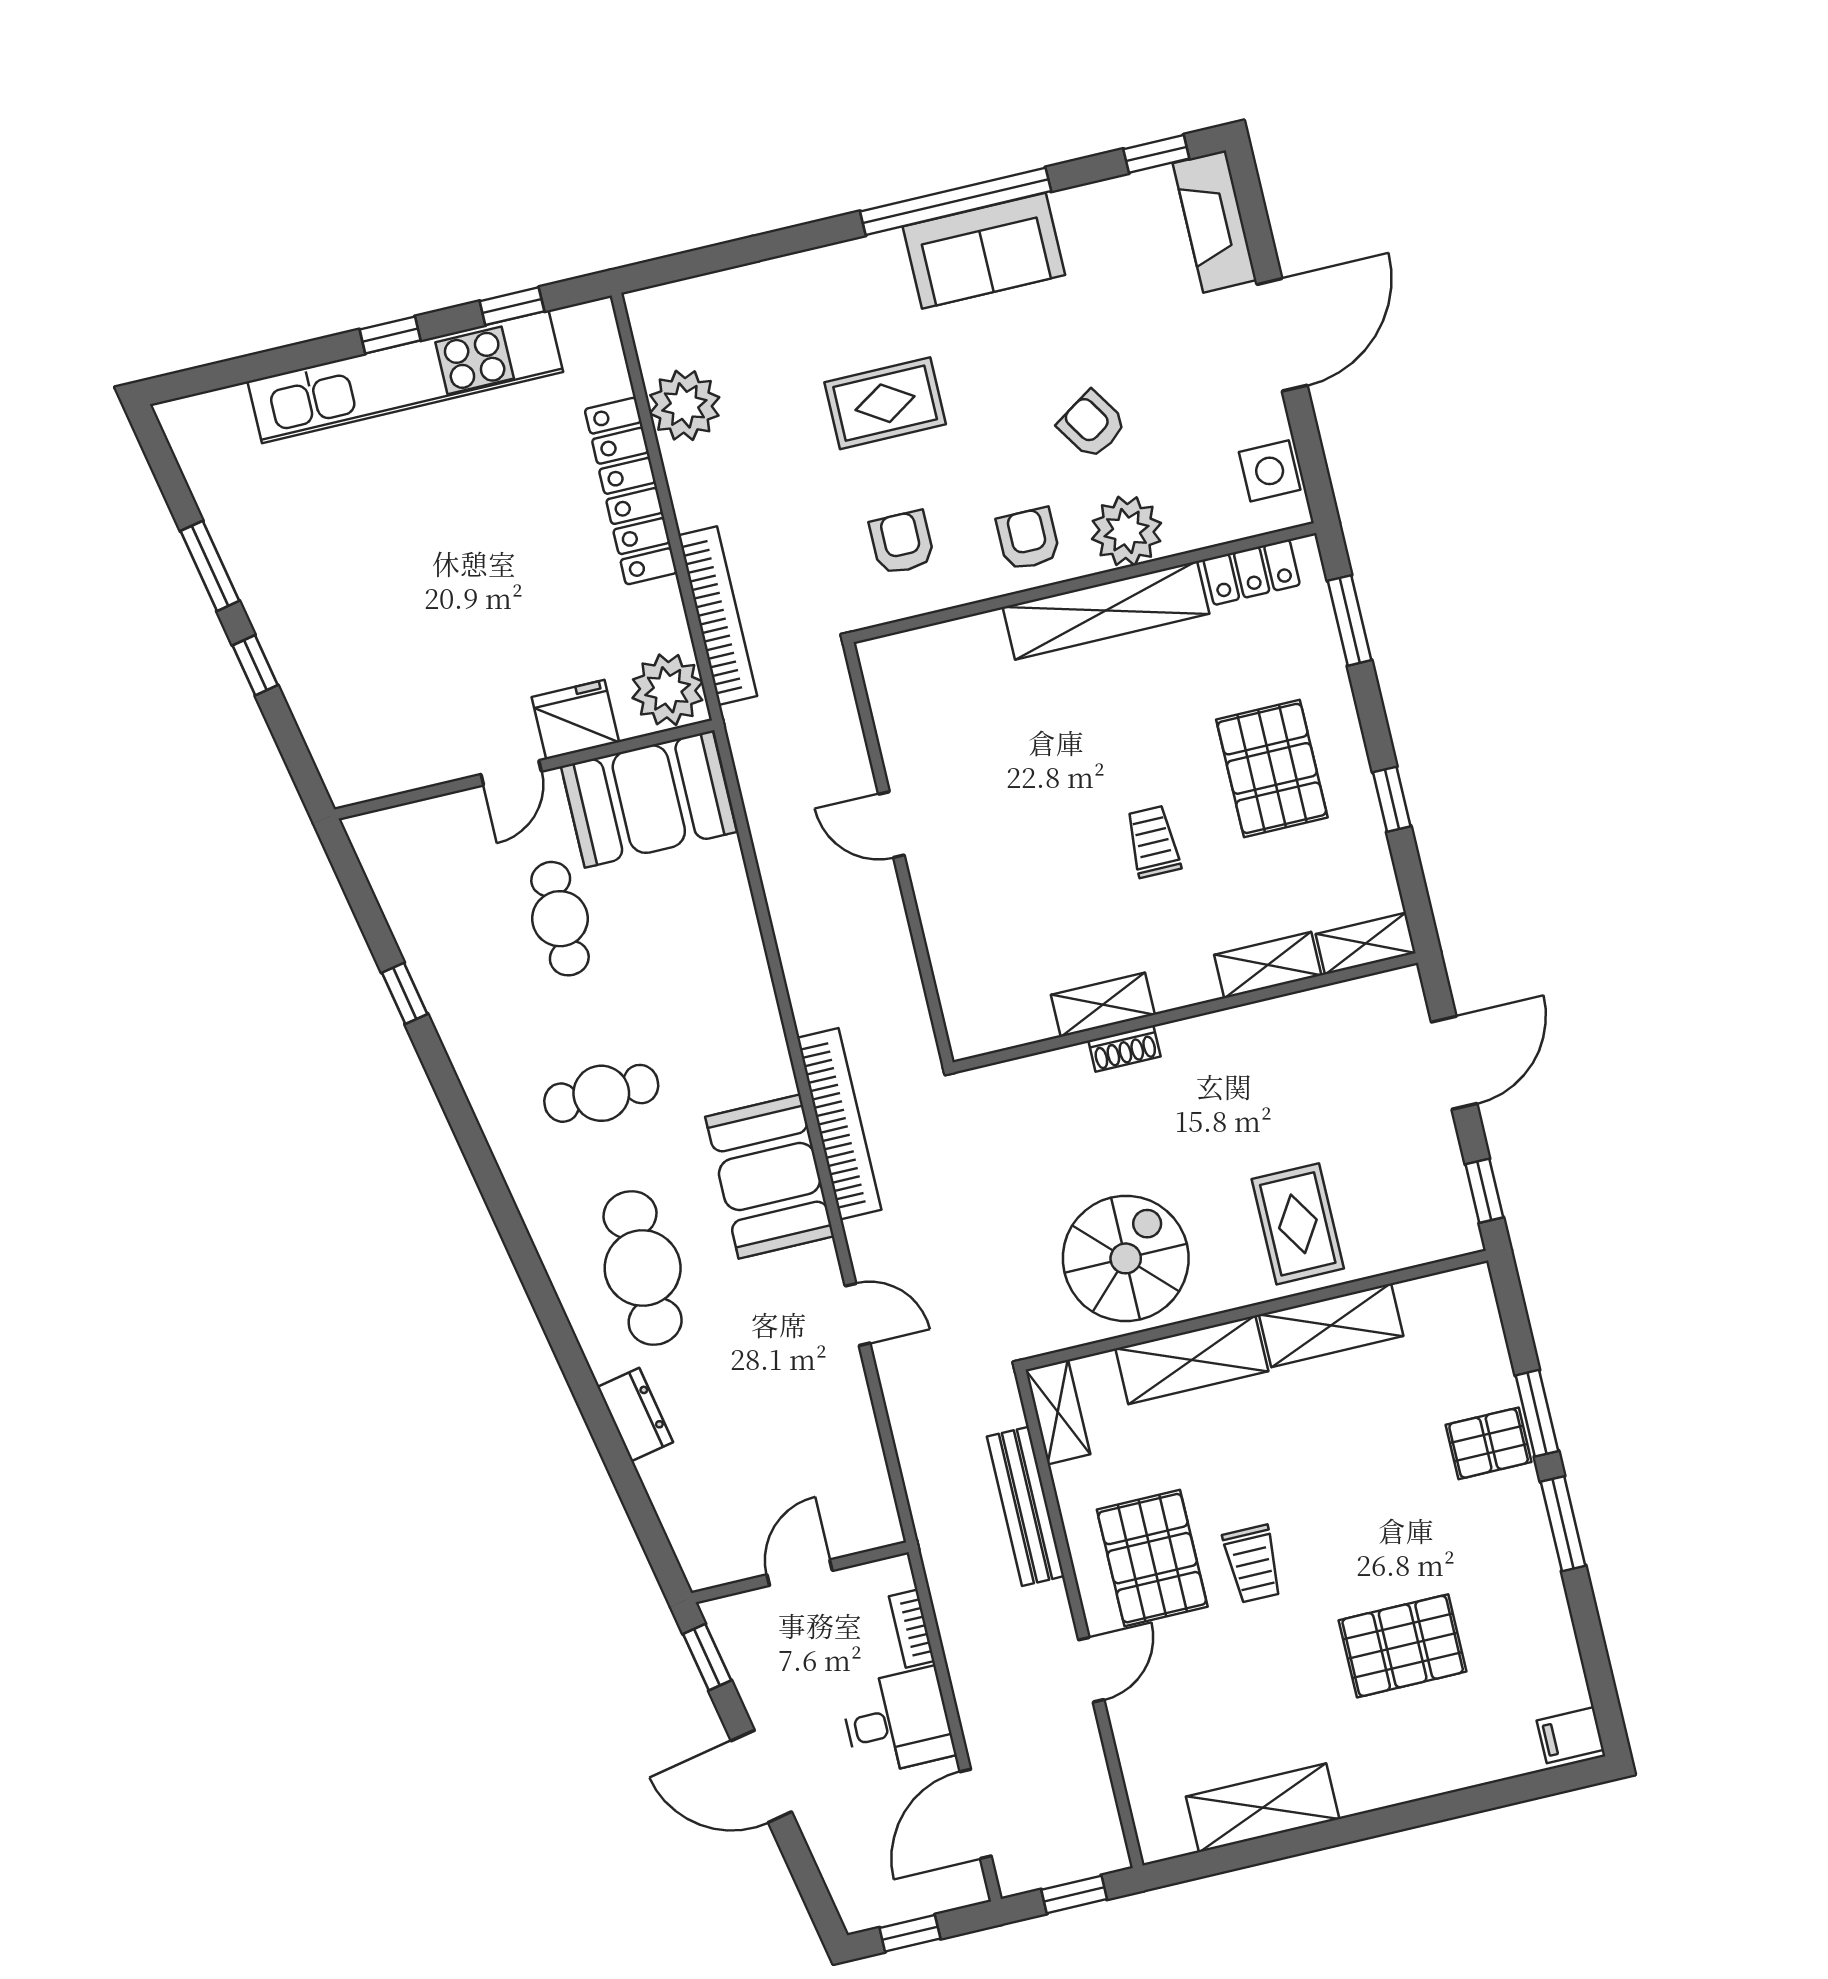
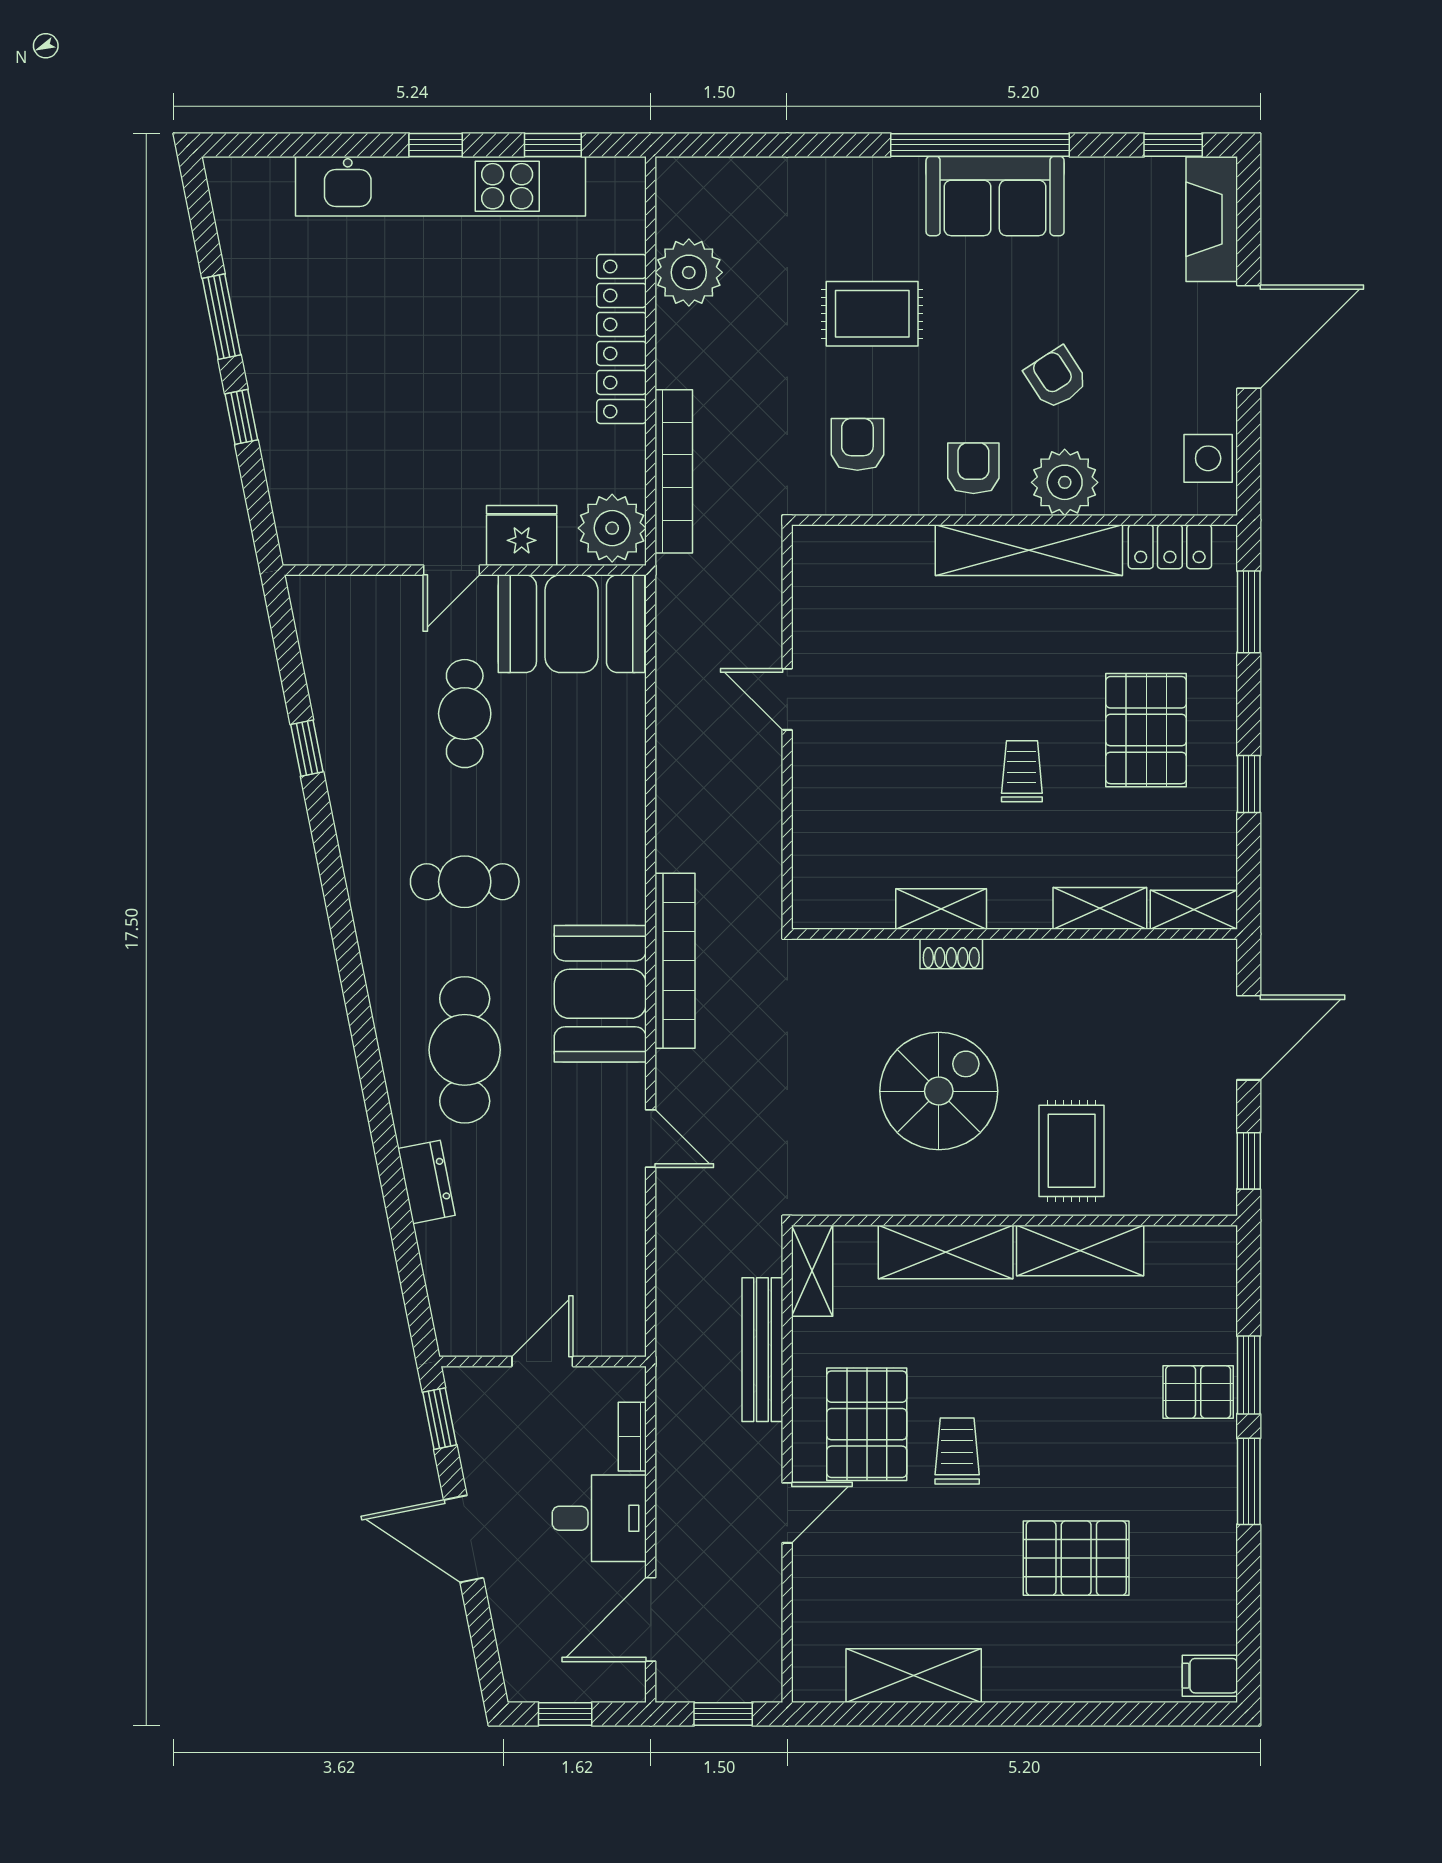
spiral stairs: (1126, 1258) -> (939, 1091), moved
trolley: (1253, 1564) -> (957, 1451), turned 180

